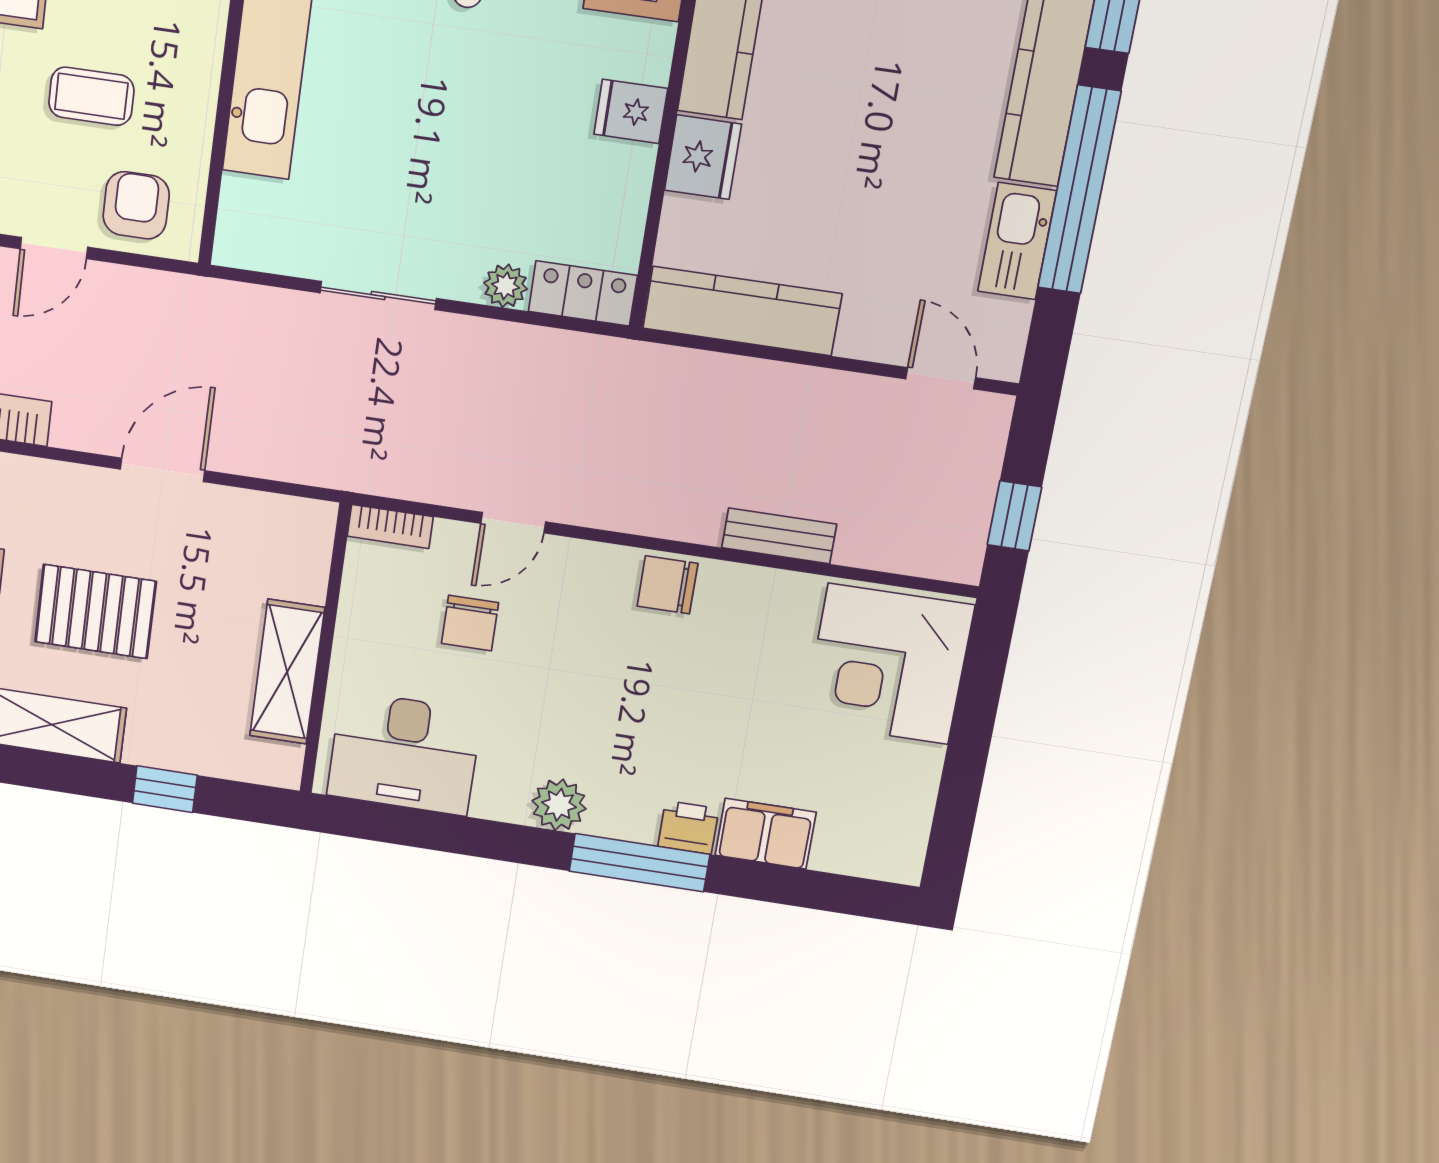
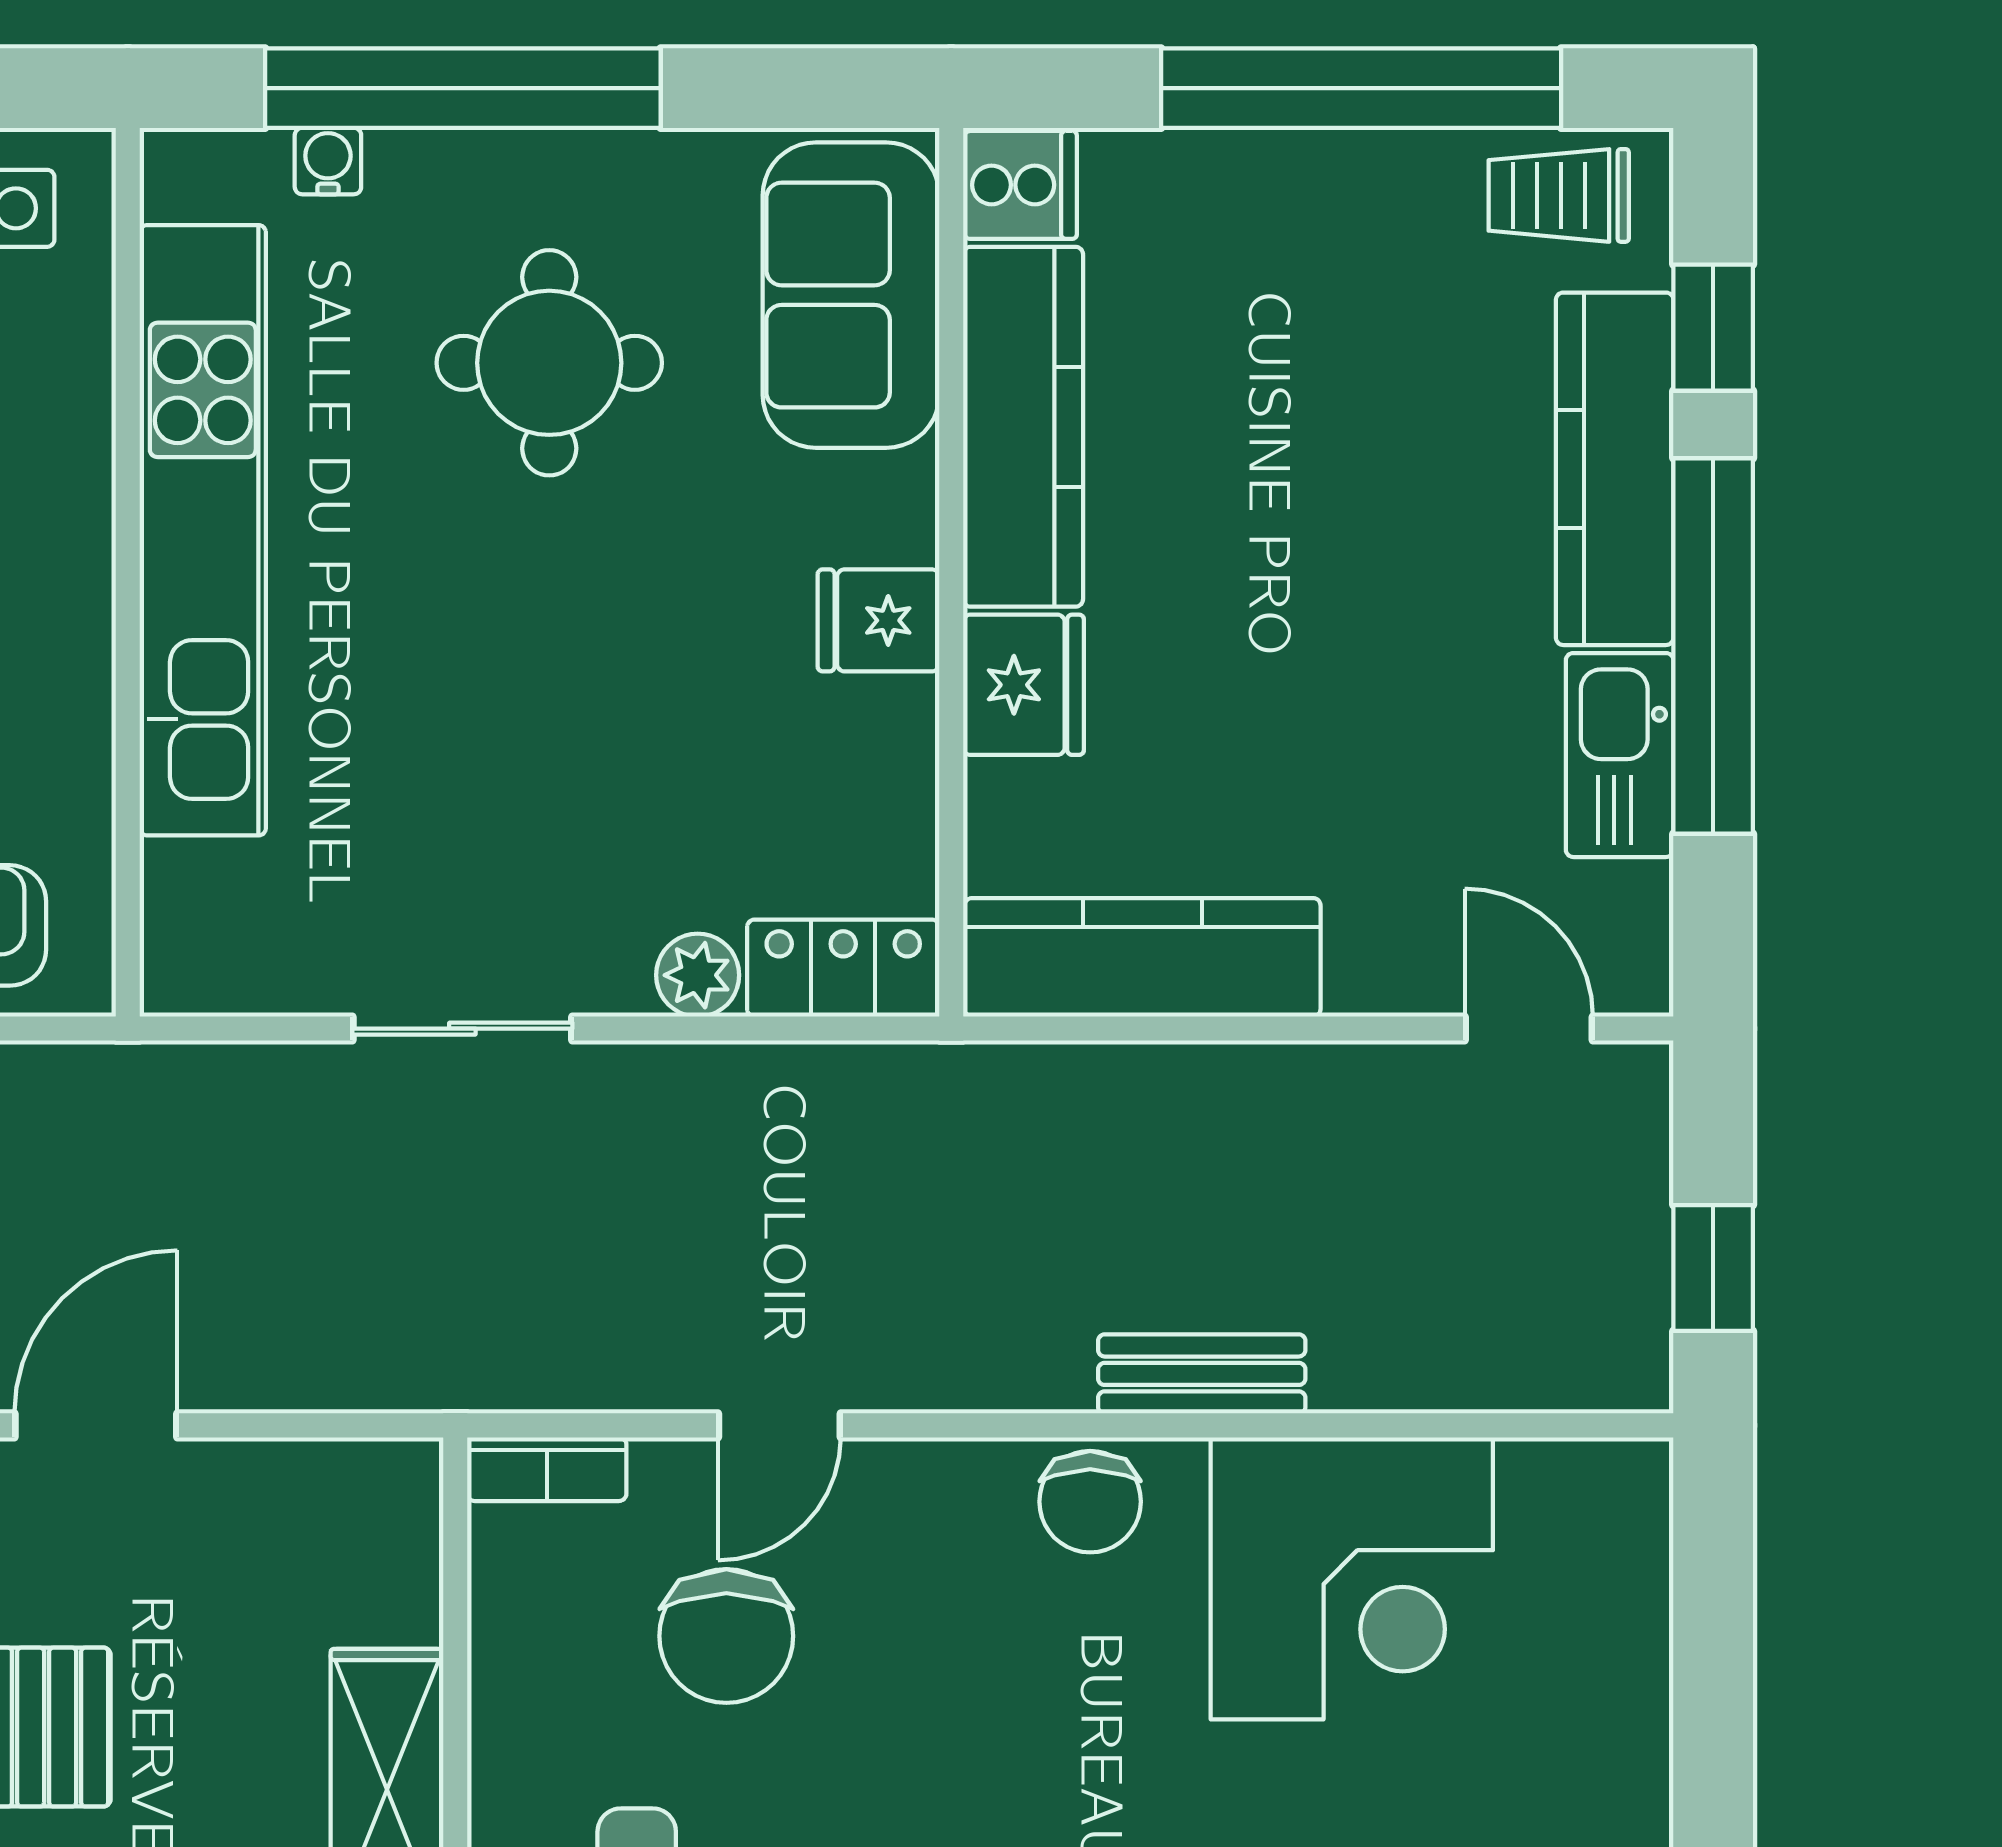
bench: (779, 536) -> (1202, 1374), moved
chair: (667, 585) -> (1090, 1502), turned -90
chair: (470, 623) -> (726, 1636), width x1.37, depth x1.37
corner desk: (888, 664) -> (1352, 1578), moved, turned -90

